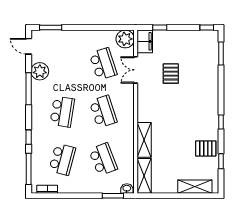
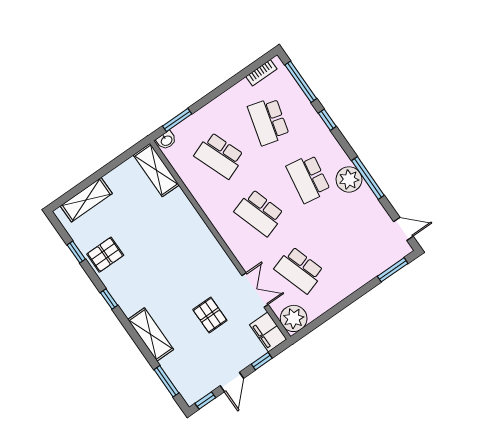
door: (185, 27) -> (232, 382), added
plant: (40, 71) -> (349, 179), moved
shelving: (144, 140) -> (151, 335), moved

